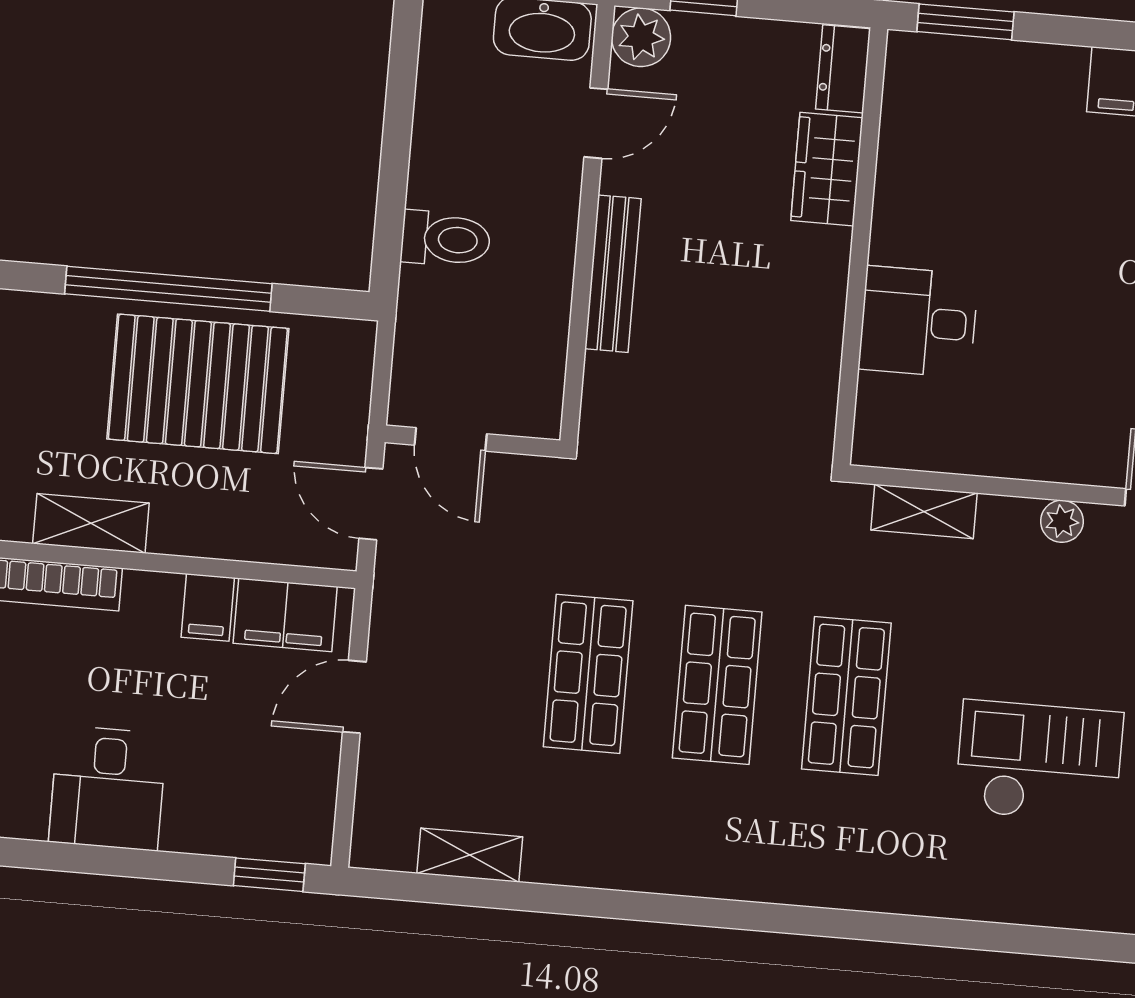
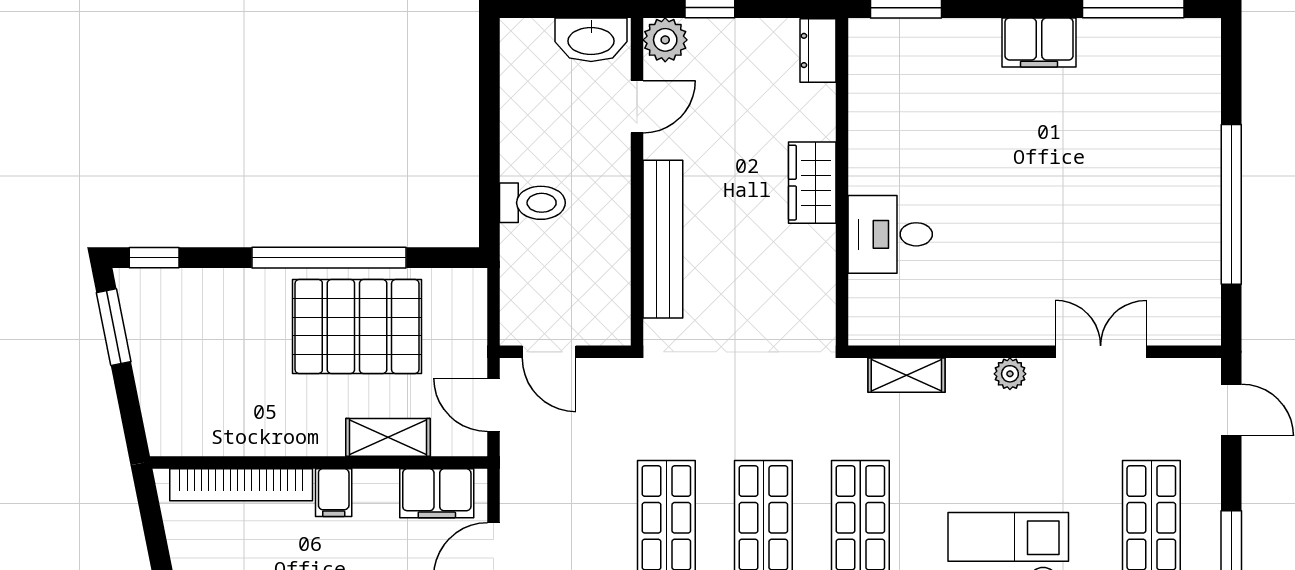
wardrobe: (827, 169) -> (812, 183), moved
bench: (613, 274) -> (663, 239), width x1.37, depth x1.21
shelving: (91, 523) -> (388, 437), moved
filing cabinet: (208, 607) -> (334, 493), moved

